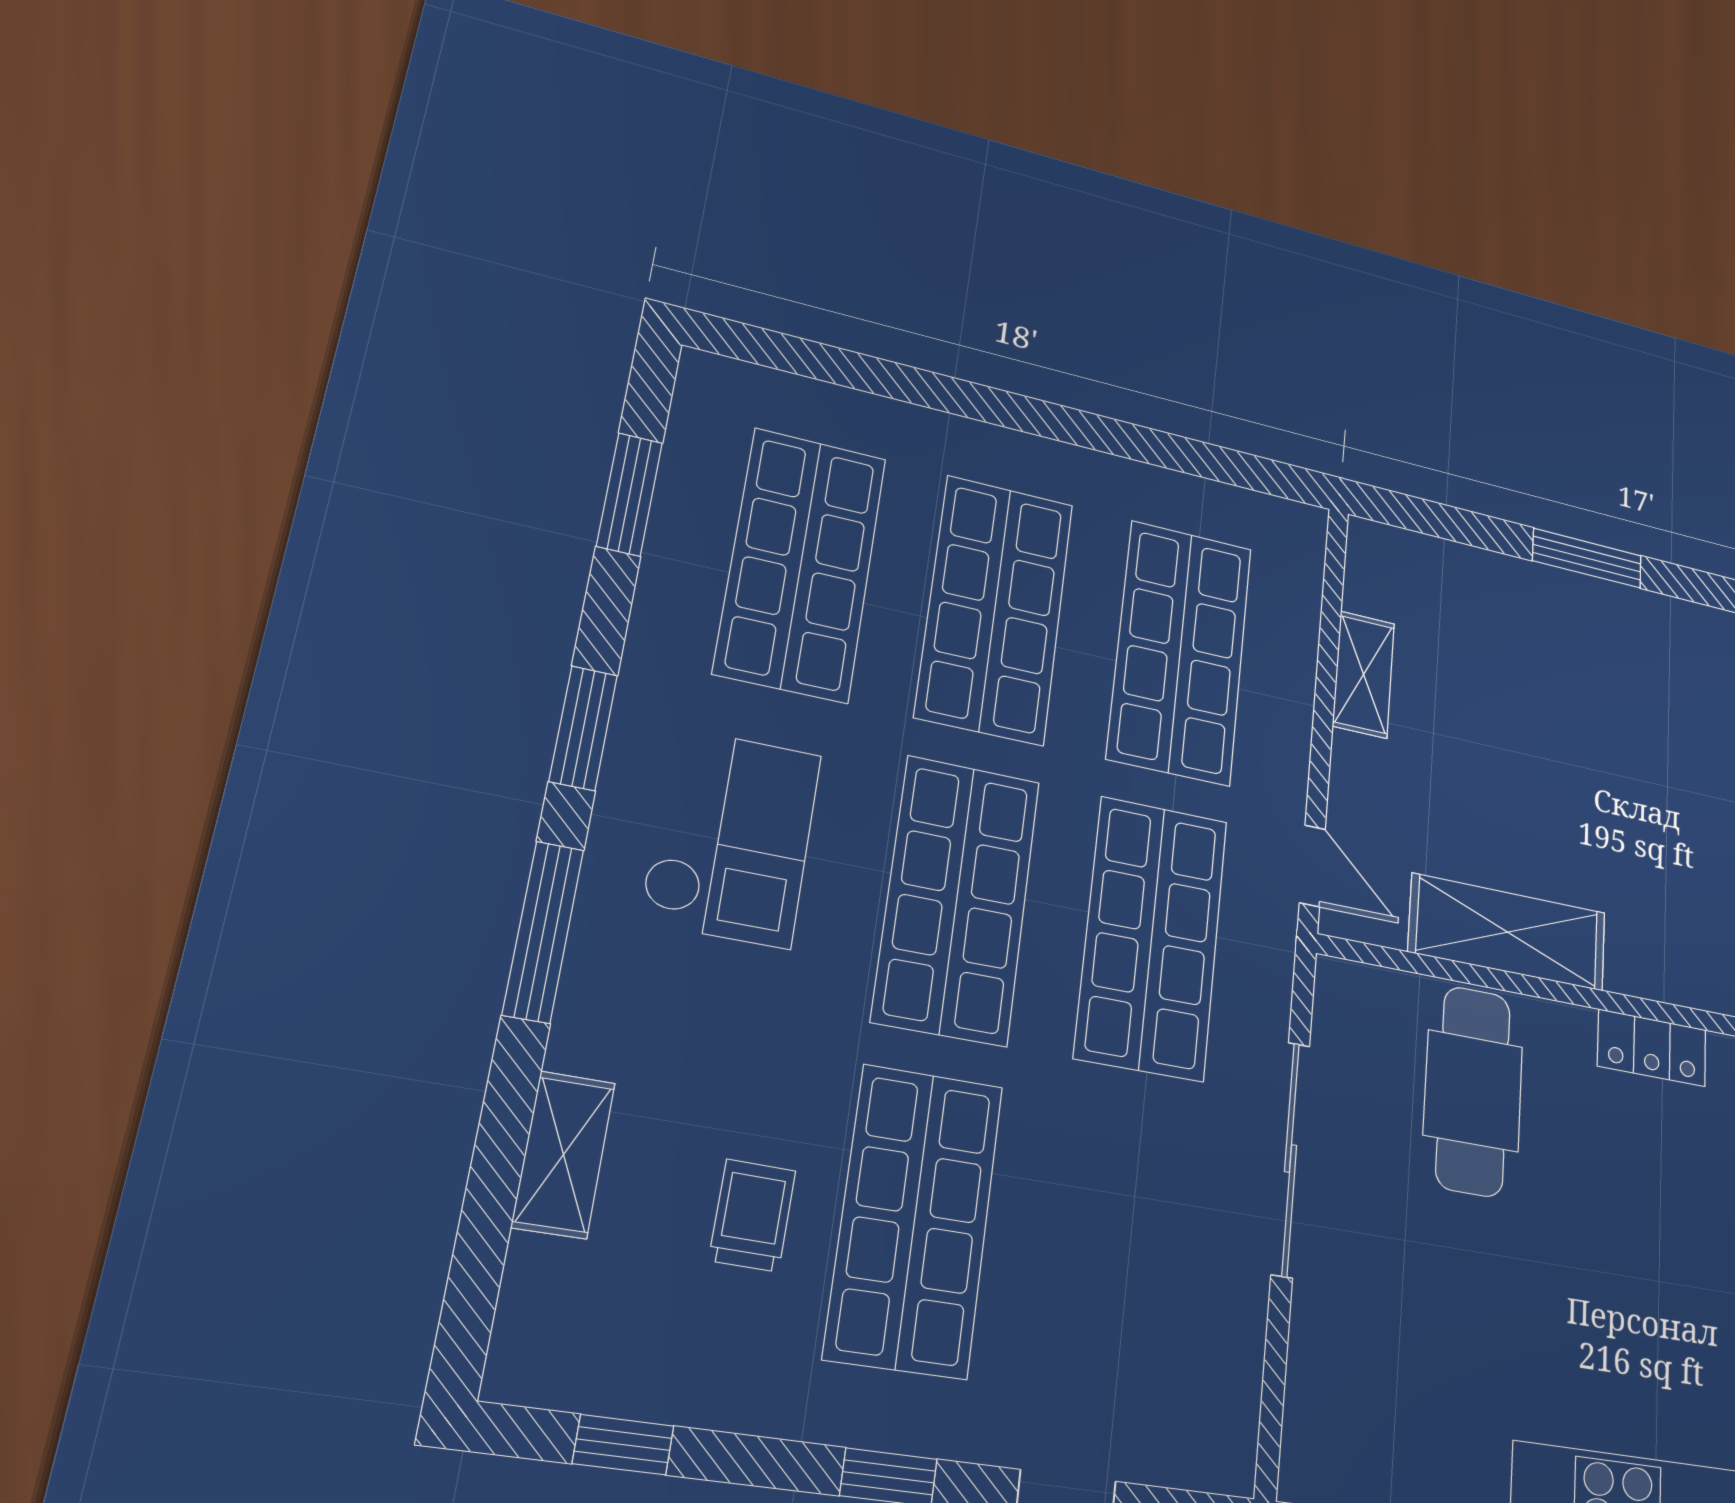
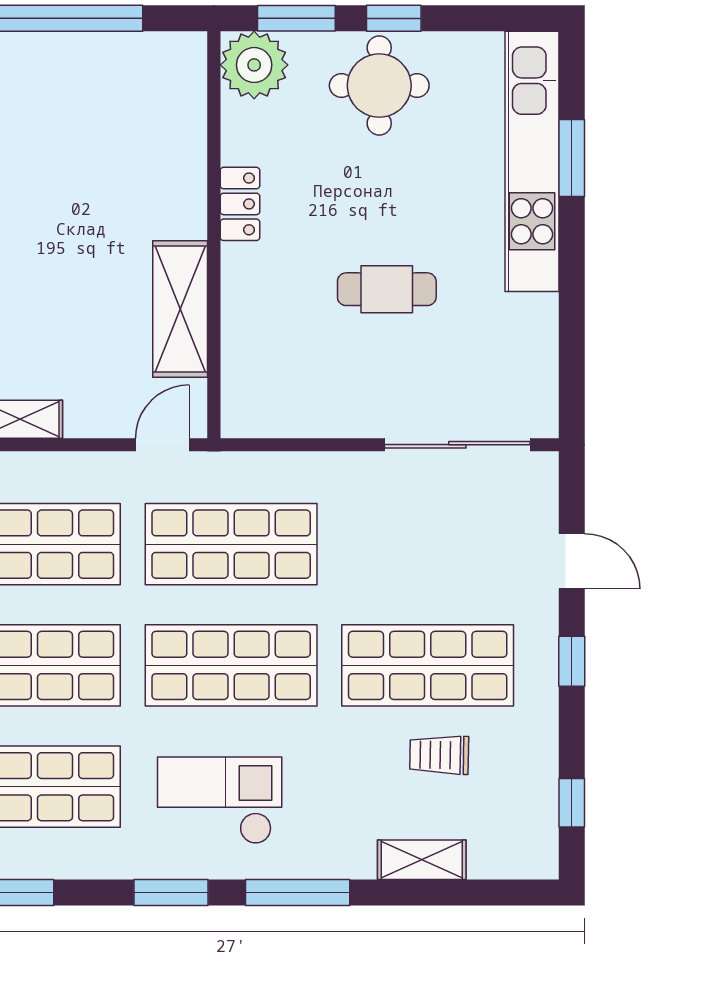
cafe table: (1473, 1091) -> (387, 289), moved, width x0.73, depth x0.74
sliding door: (1291, 1158) -> (457, 445), moved

